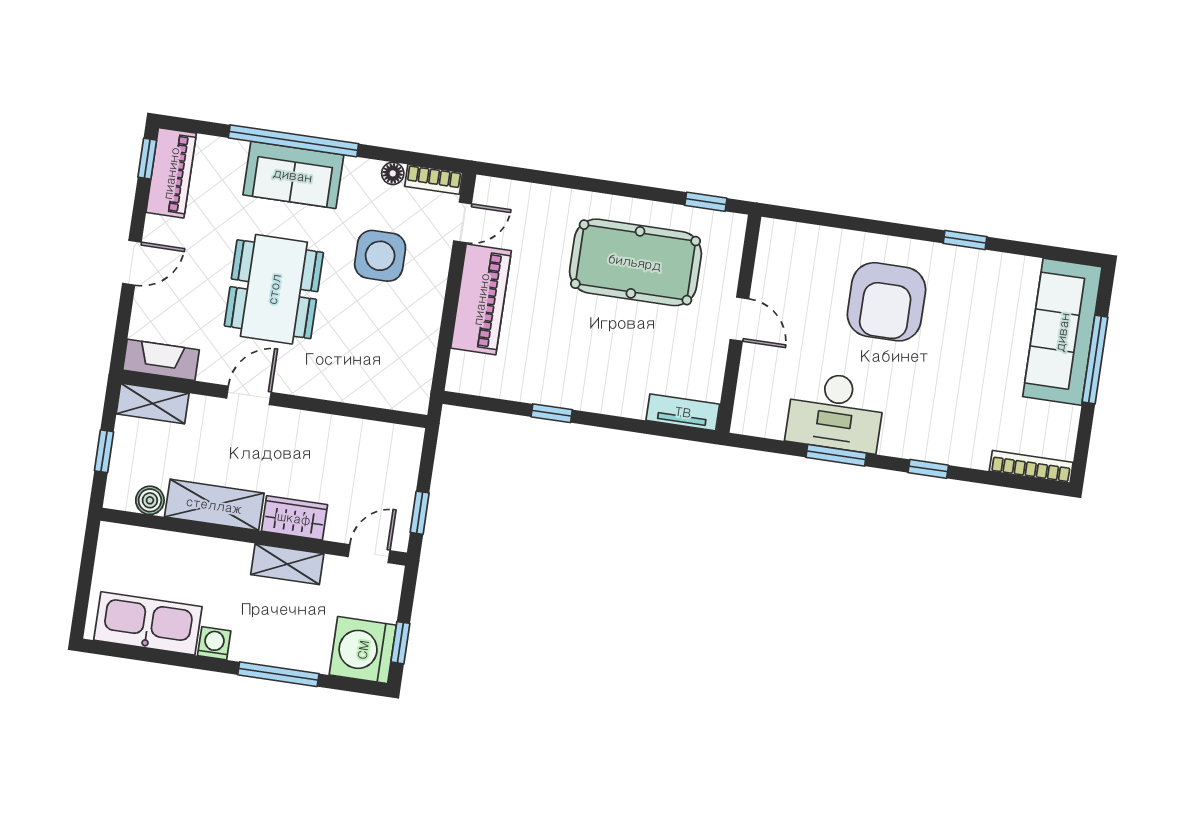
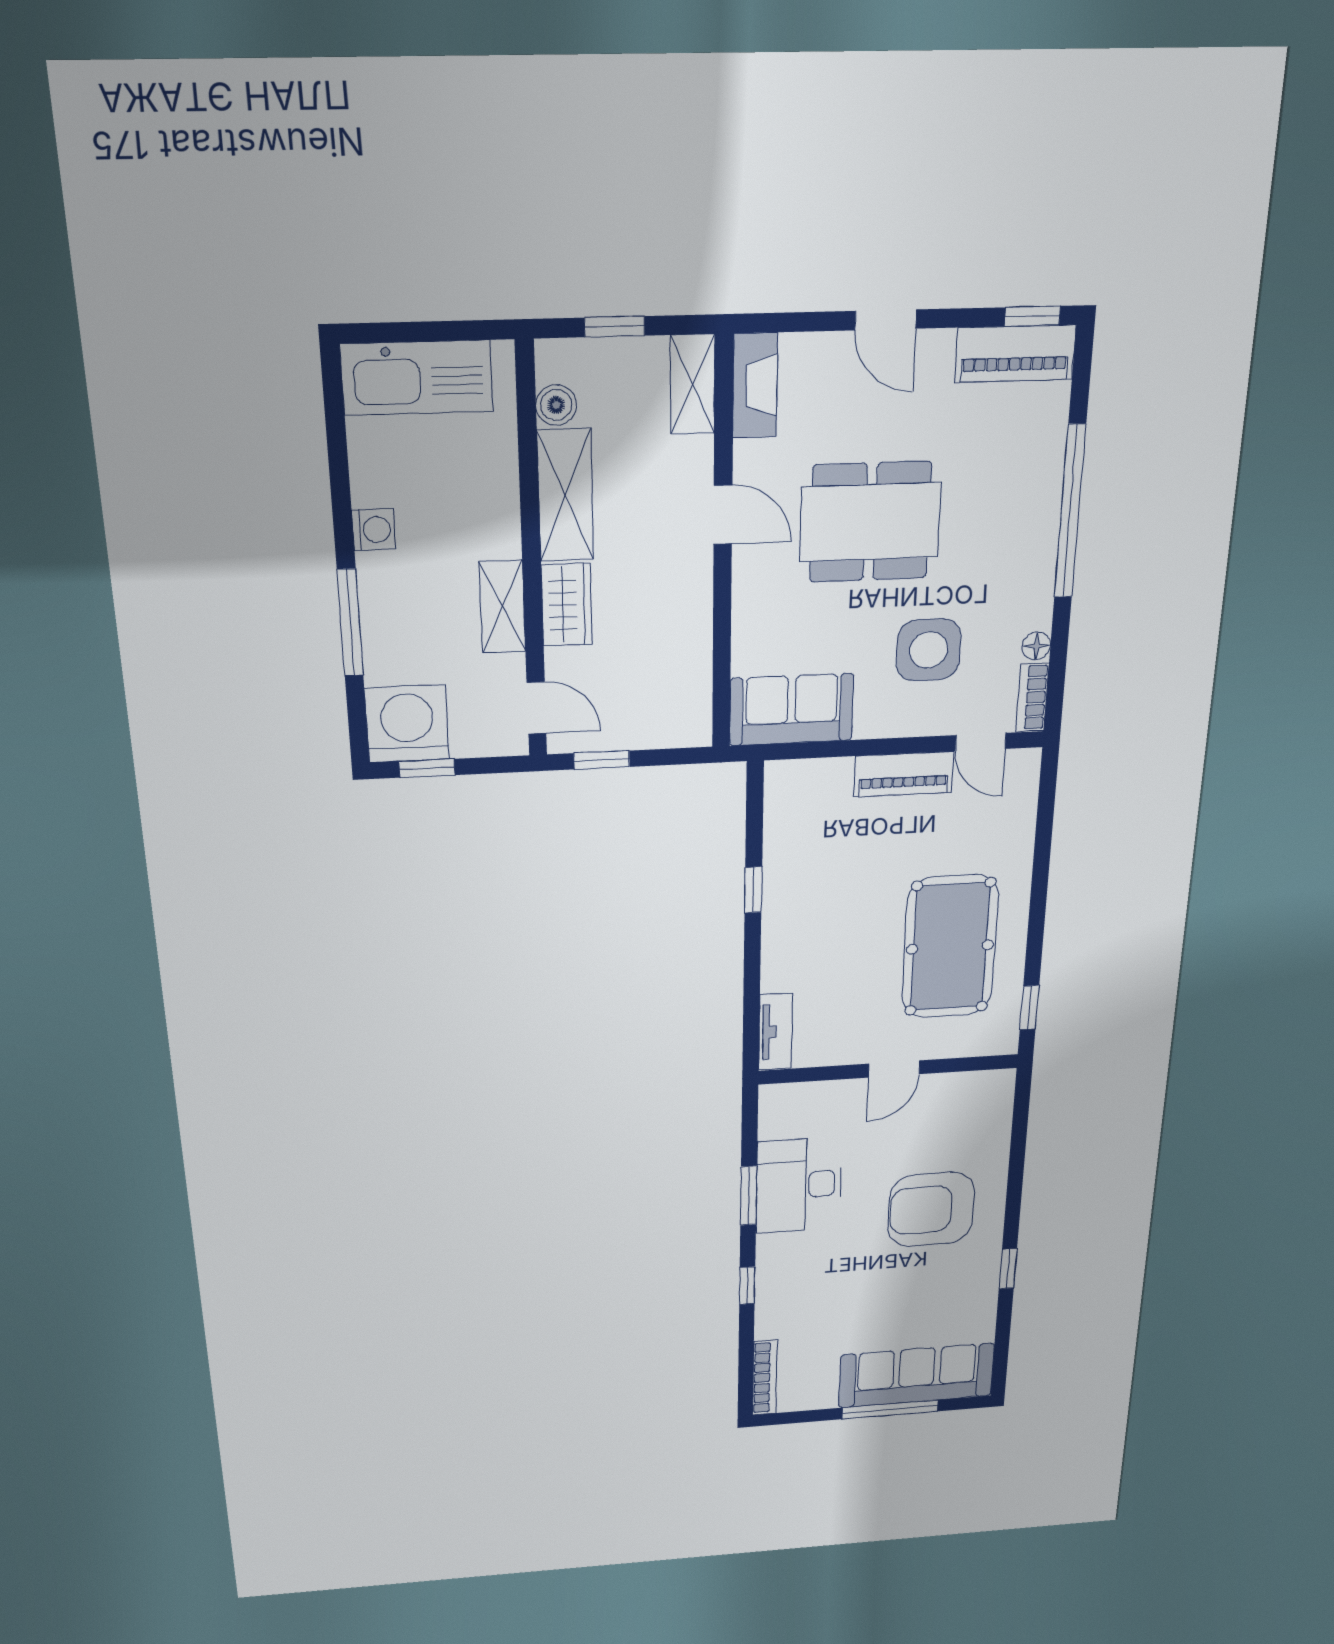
sofa: (293, 175) -> (791, 710), moved, turned 90
piano: (481, 299) -> (904, 774), width x0.73, depth x0.75
kitchen sink: (148, 623) -> (417, 378), moved, turned 90

